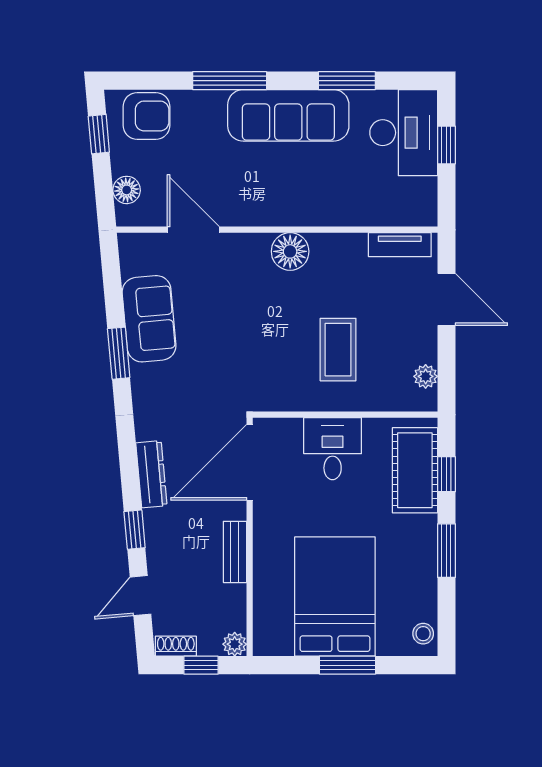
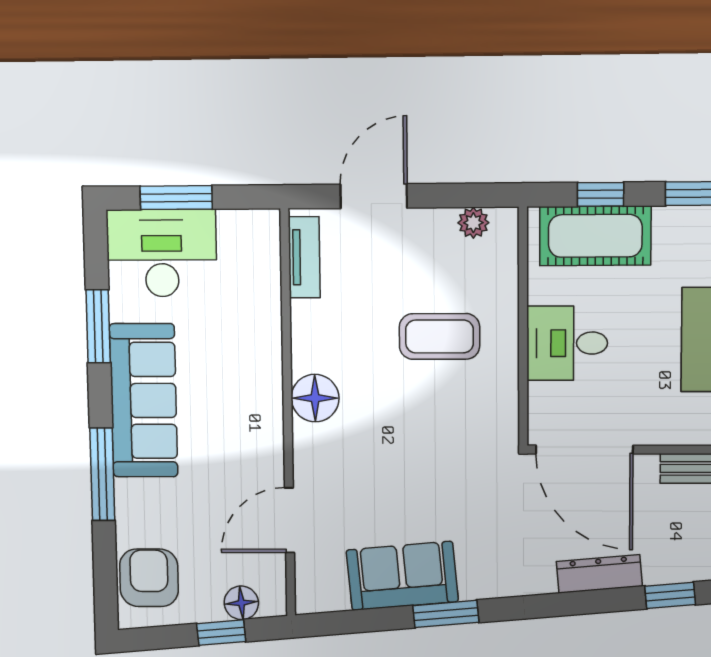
window: (99, 134) -> (221, 633), moved
window: (446, 145) -> (176, 198), width x1.50

